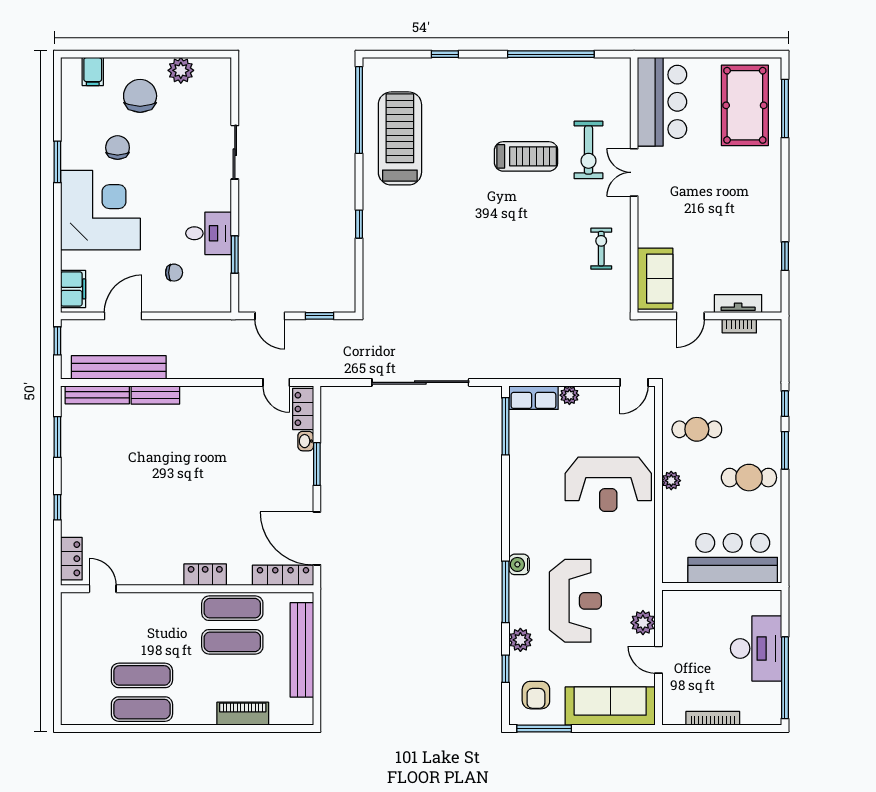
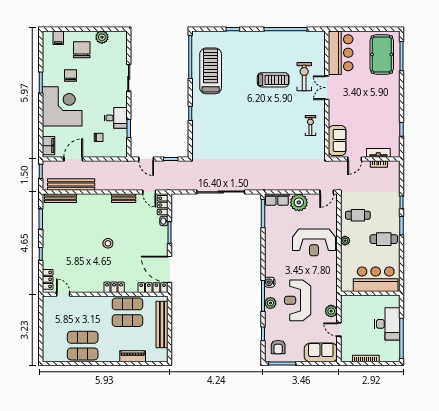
exercise bike: (588, 150) -> (304, 77), turned 180
bench: (155, 395) -> (124, 198), moved
plant: (569, 395) -> (299, 202), width x1.88, depth x1.88
stool: (193, 486) -> (108, 243), added
reception desk: (575, 601) -> (298, 300), turned 180
plant: (520, 640) -> (270, 303), moved
sofa: (610, 706) -> (321, 352), width x0.73

